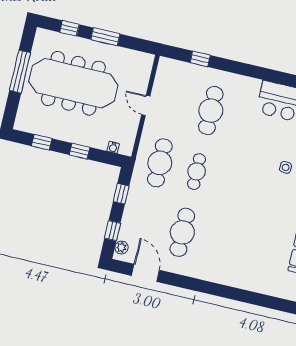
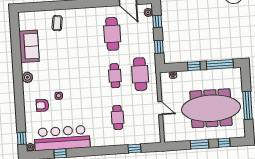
cafe table: (211, 111) -> (118, 118), width x0.73, depth x0.74
window: (42, 142) -> (220, 64), width x2.17
coffee table: (256, 272) -> (57, 23), added

